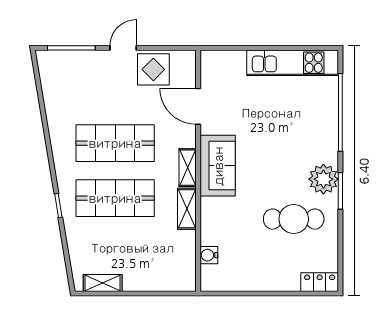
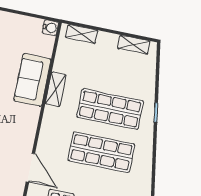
sofa: (218, 166) -> (32, 80), moved
shelving: (188, 168) -> (82, 34), moved, turned 90
water cooler: (209, 255) -> (50, 28), moved

